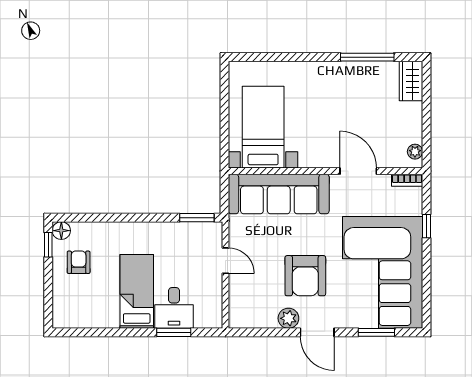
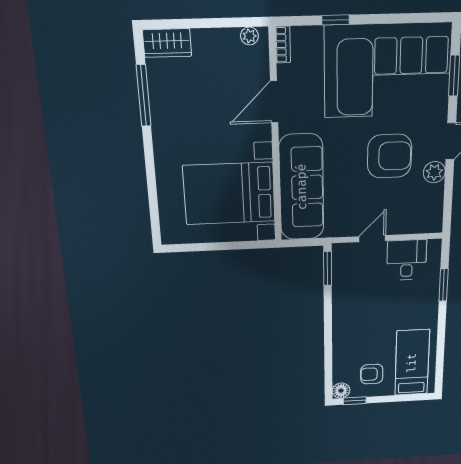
bed with nightstands: (263, 127) -> (229, 194), width x1.36
bed: (137, 291) -> (412, 363), moved, turned 90
desk: (174, 308) -> (407, 260), moved, turned -90

